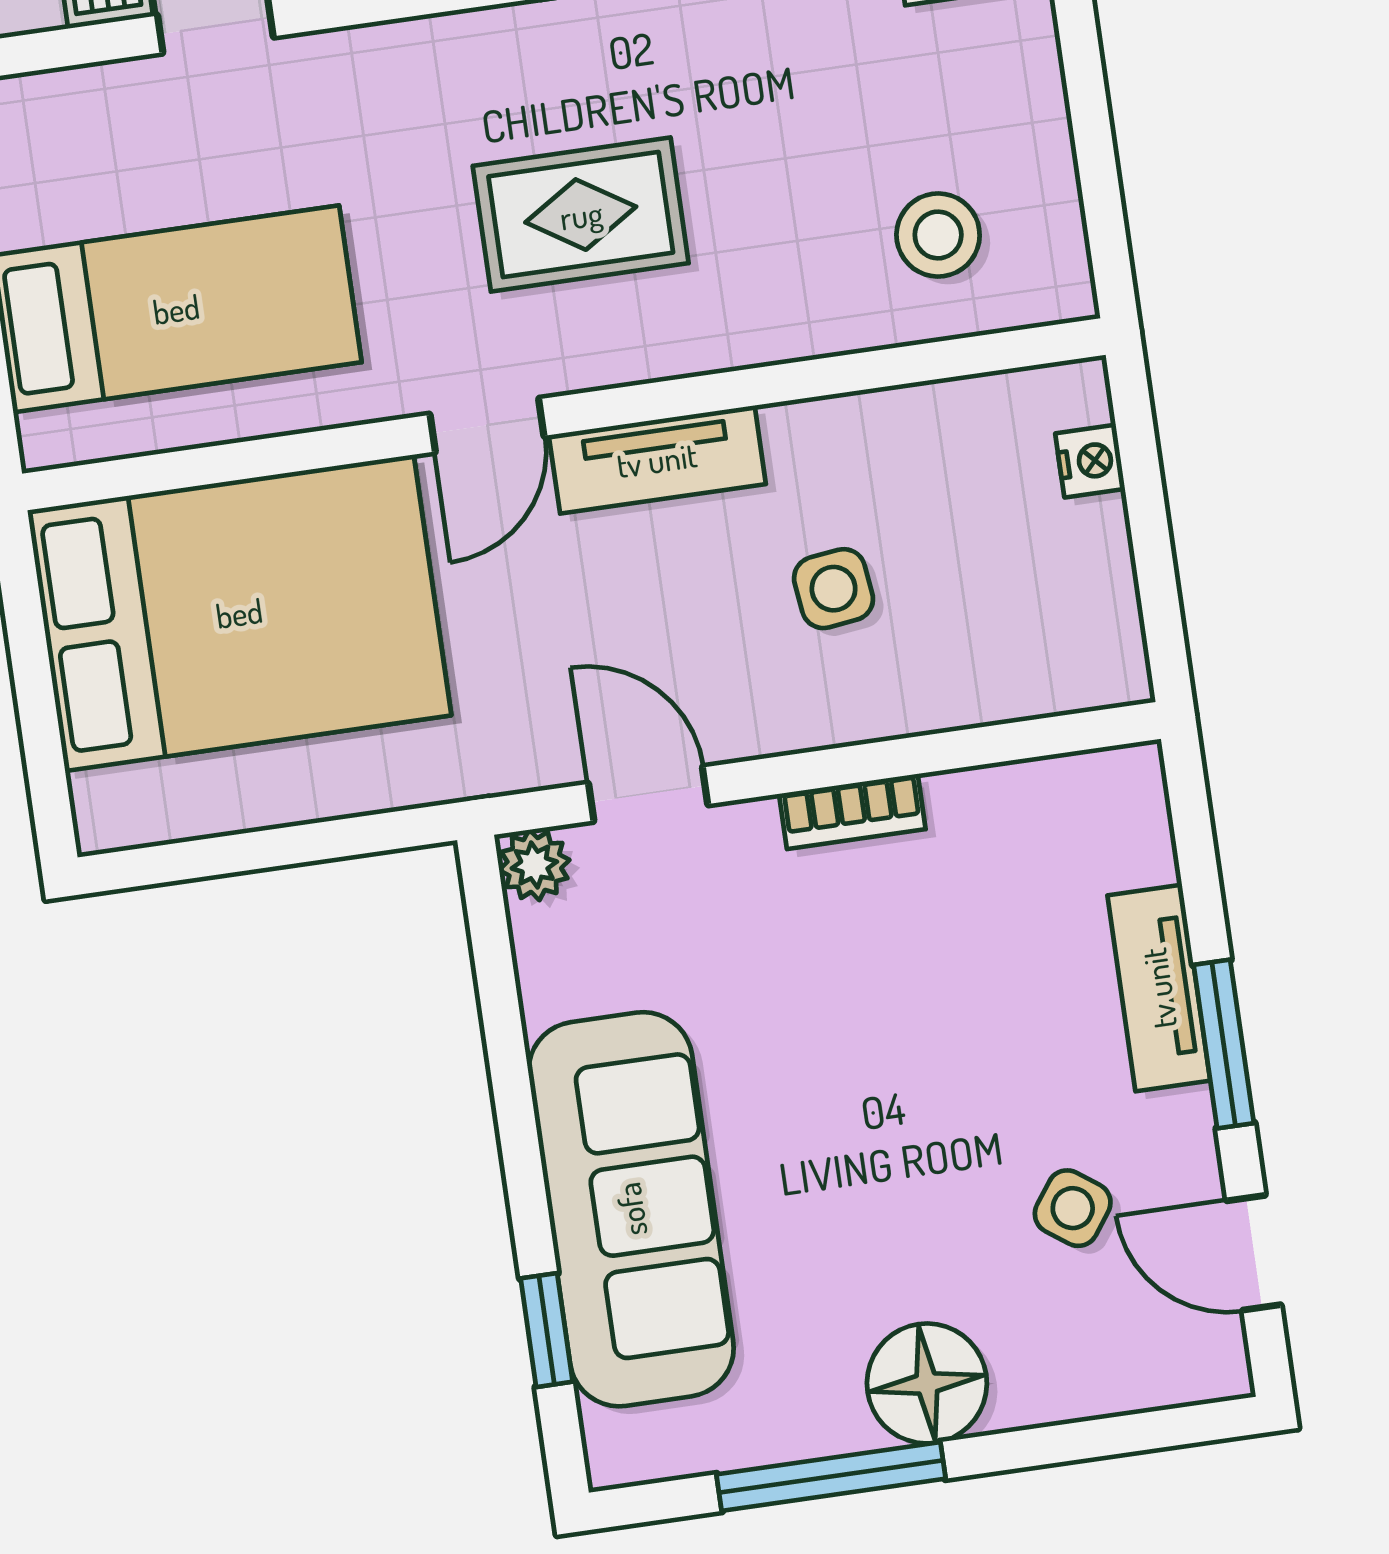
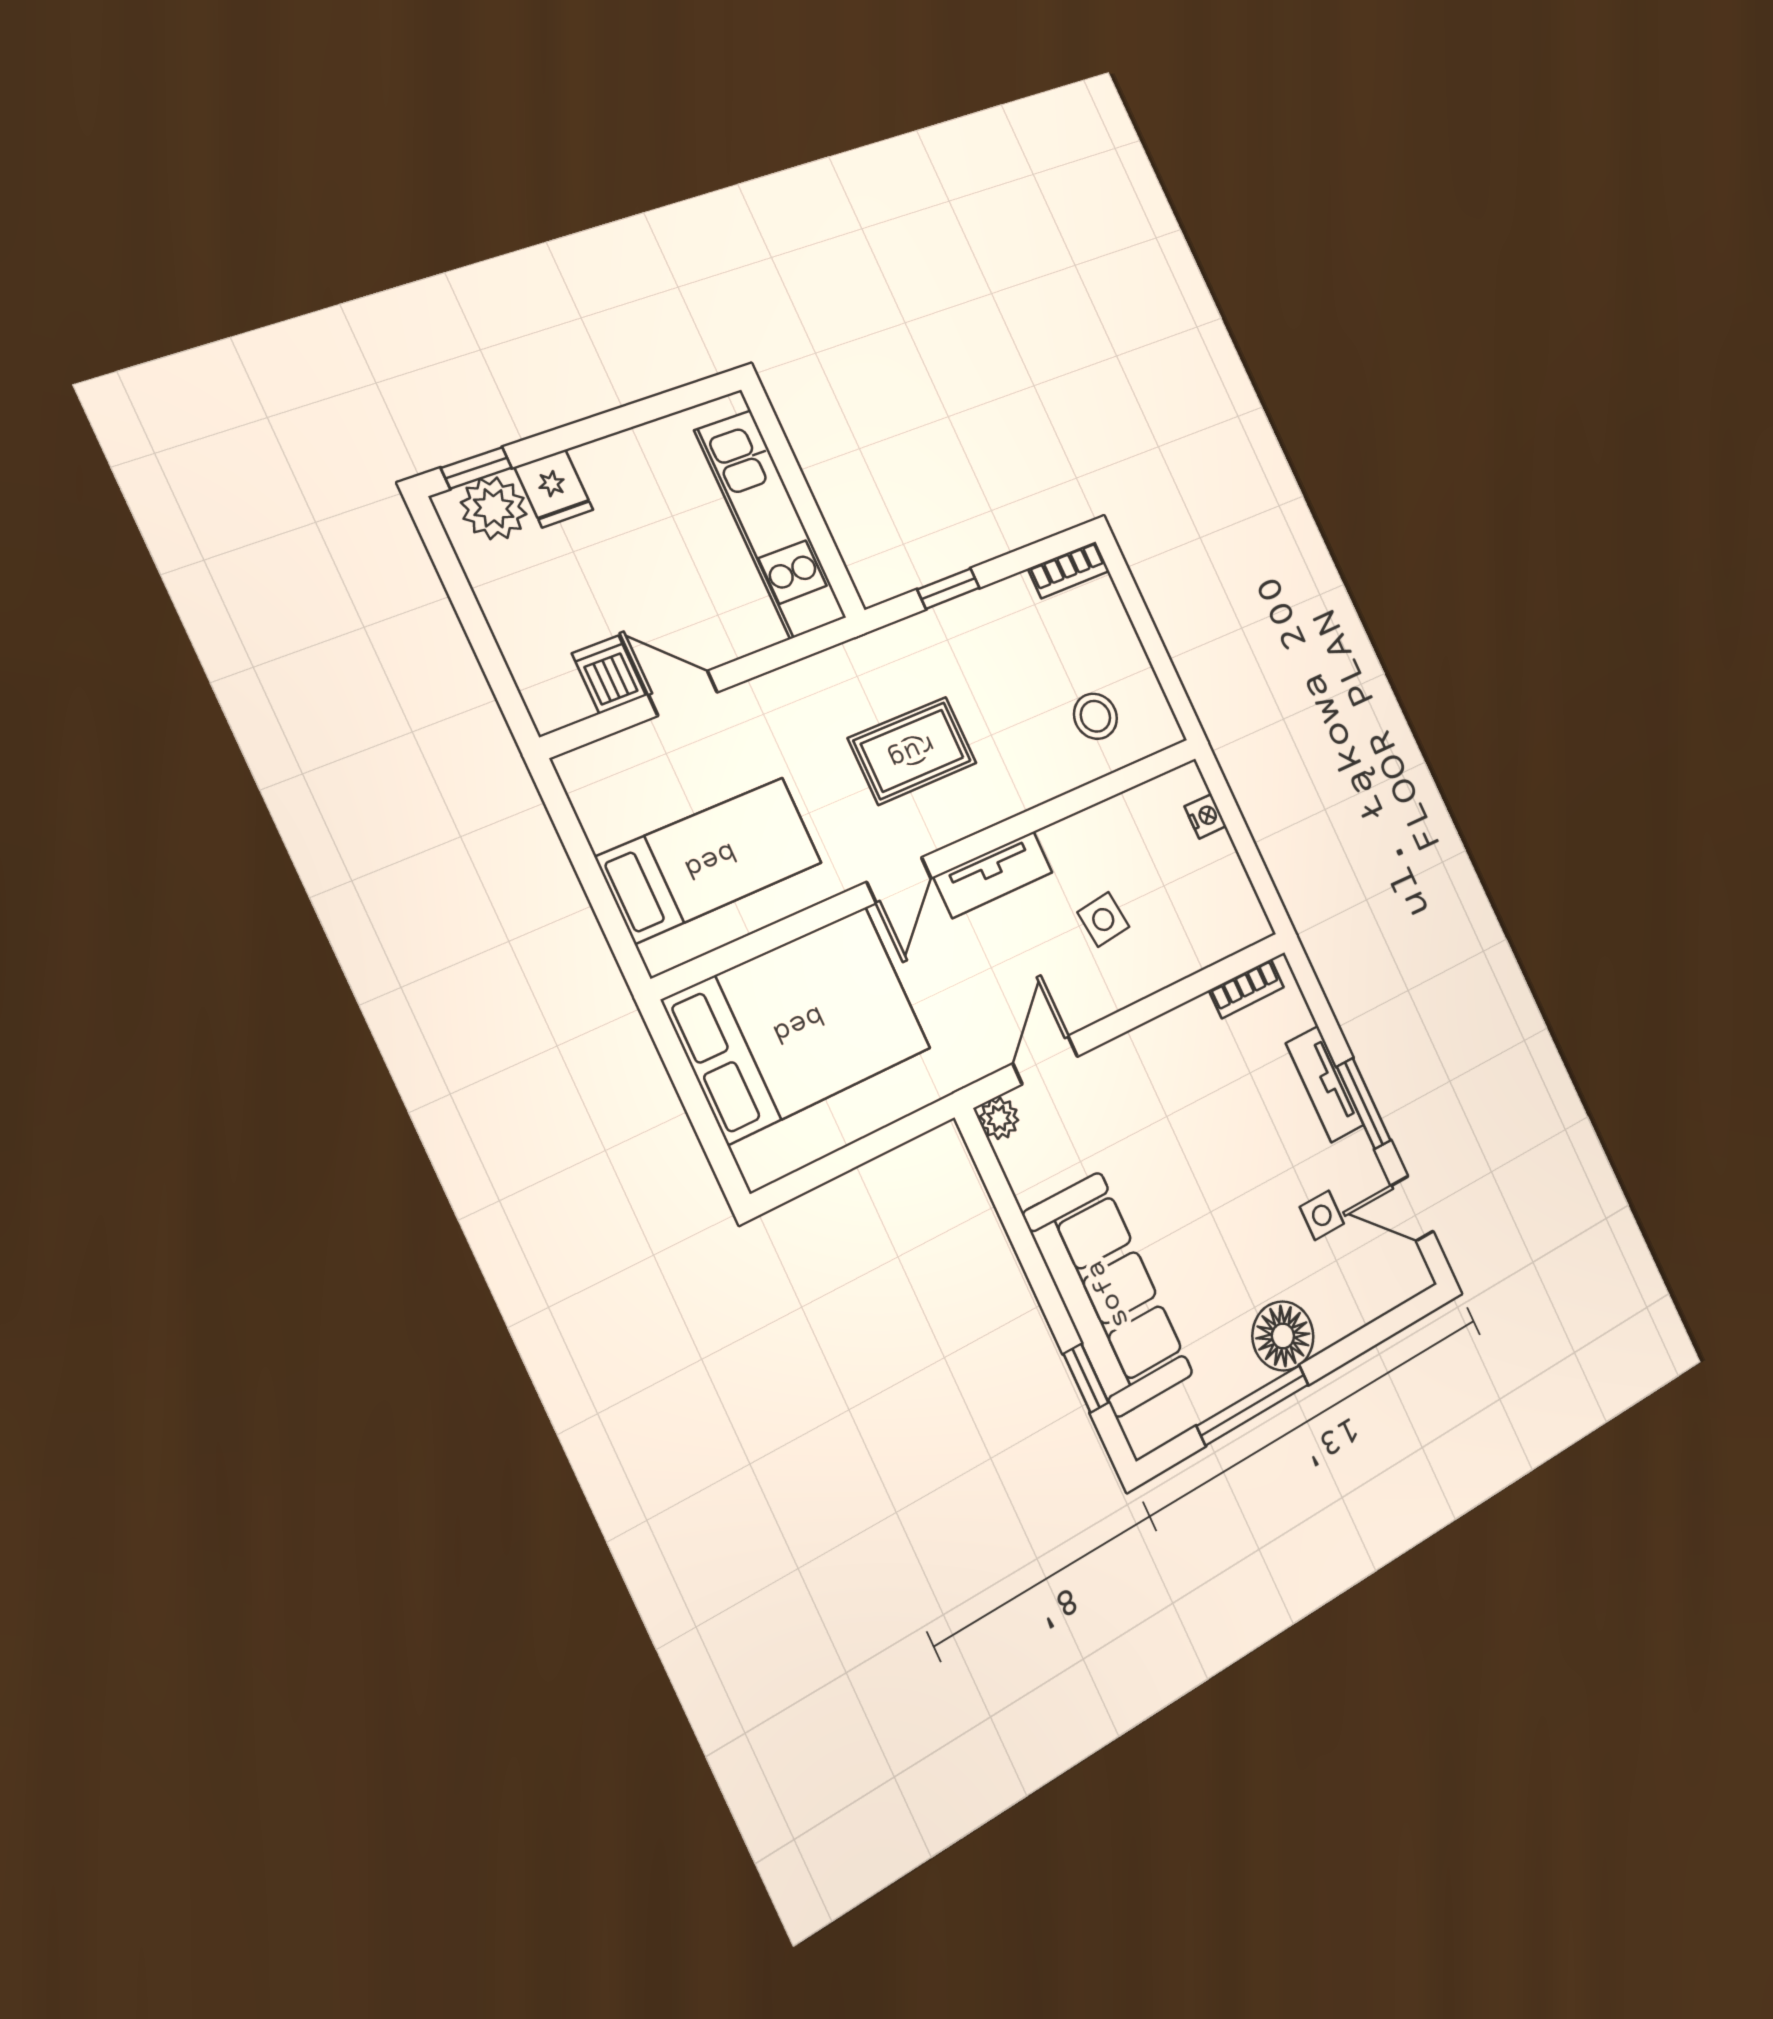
door: (648, 794) -> (1045, 1060), hinge flipped
bookcase: (852, 811) -> (1246, 989), moved
side table: (1073, 1208) -> (1322, 1215), turned -36

